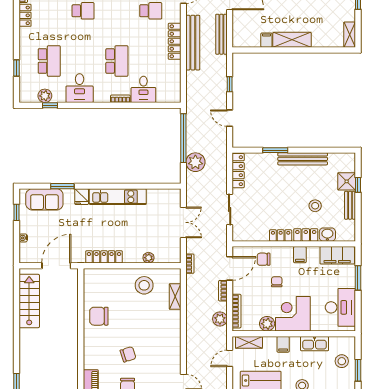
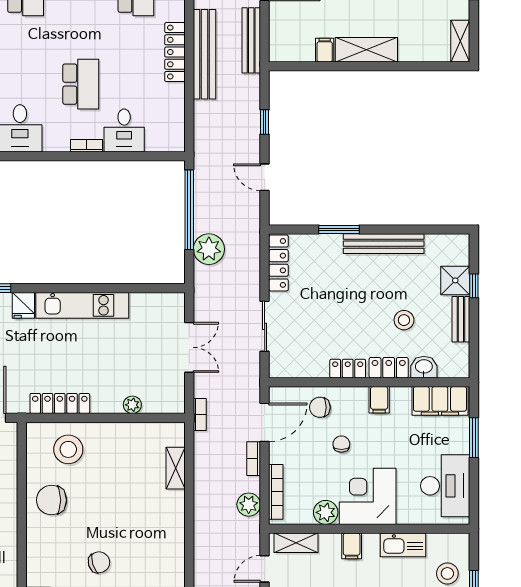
stool: (144, 285) -> (68, 449), moved

